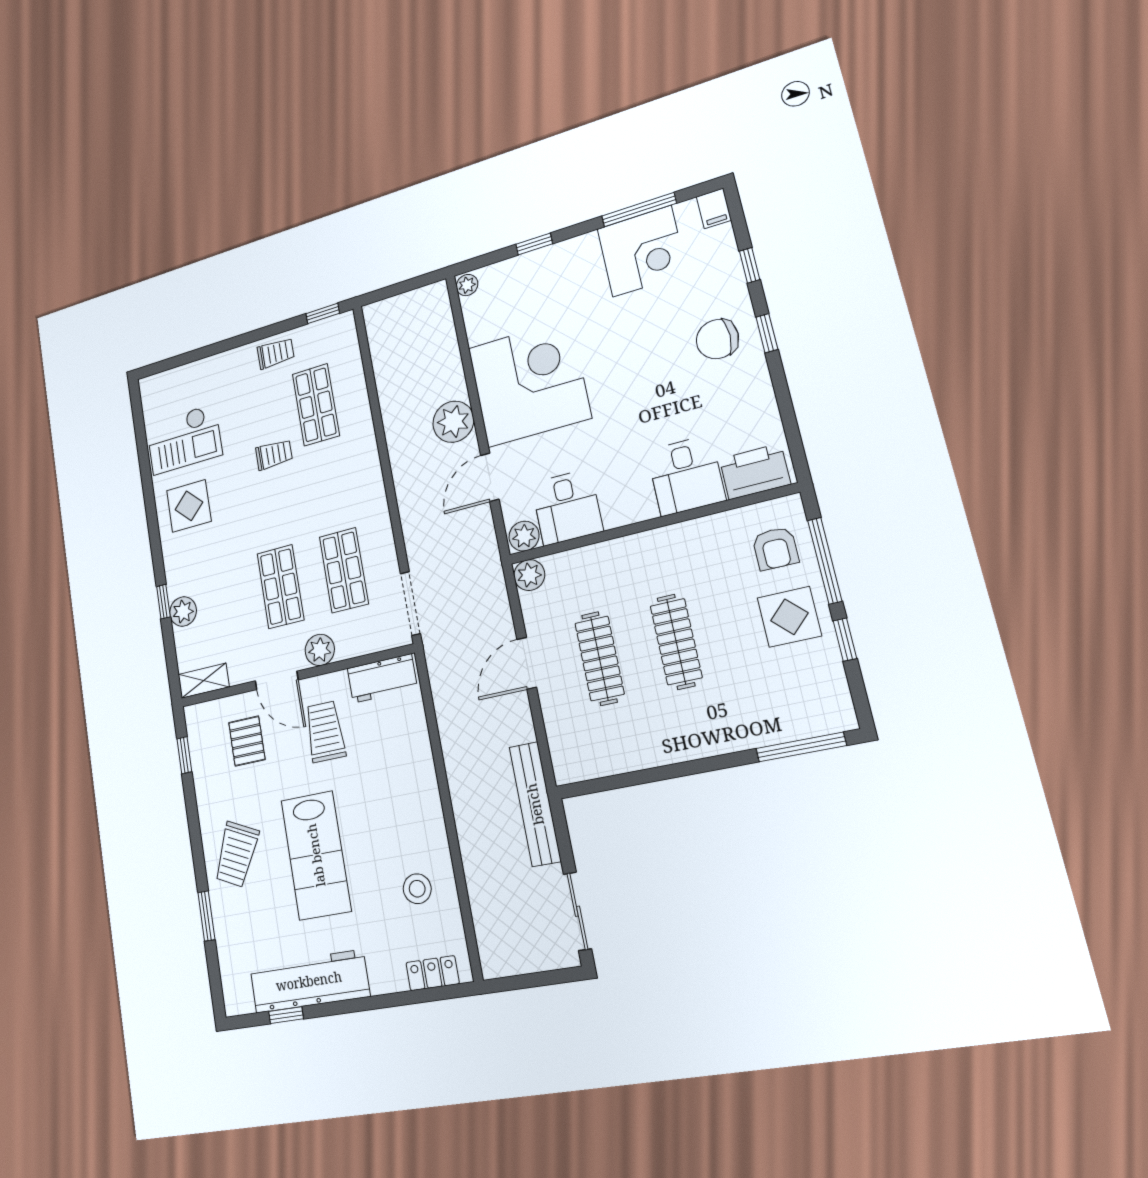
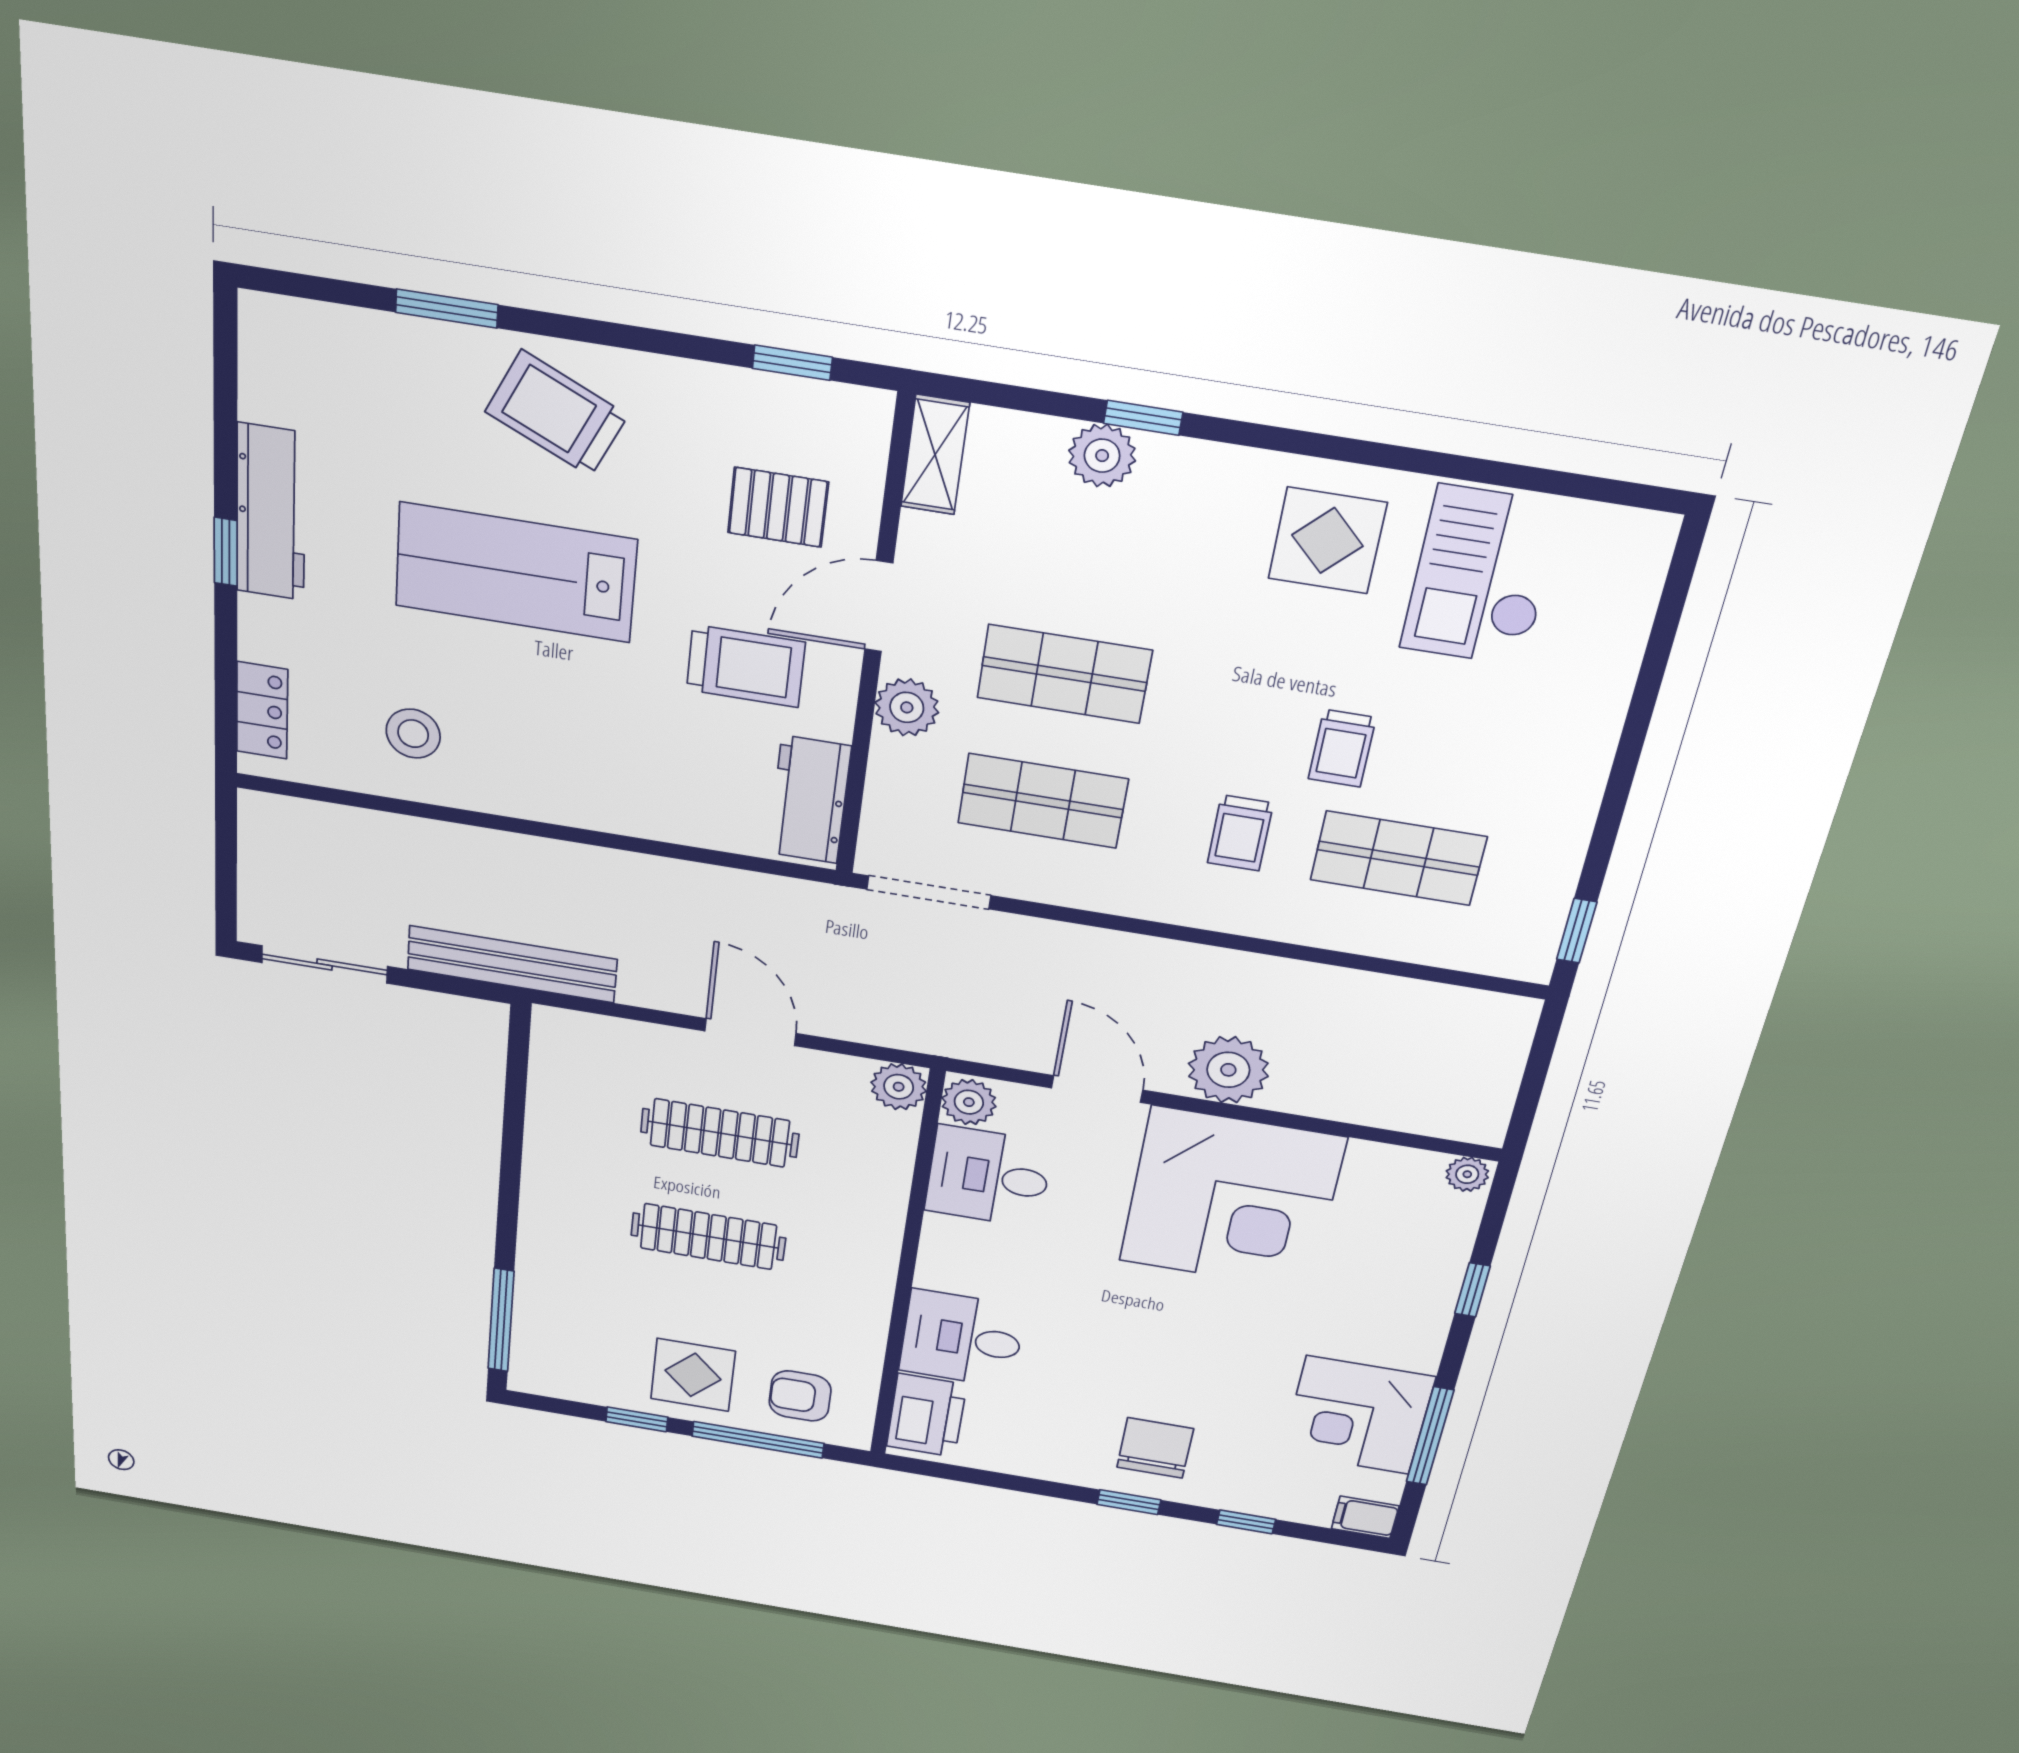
trolley: (276, 353) -> (1240, 833), moved
workbench: (309, 981) -> (271, 512), width x0.73, depth x0.76
window: (286, 1015) -> (226, 552), moved

